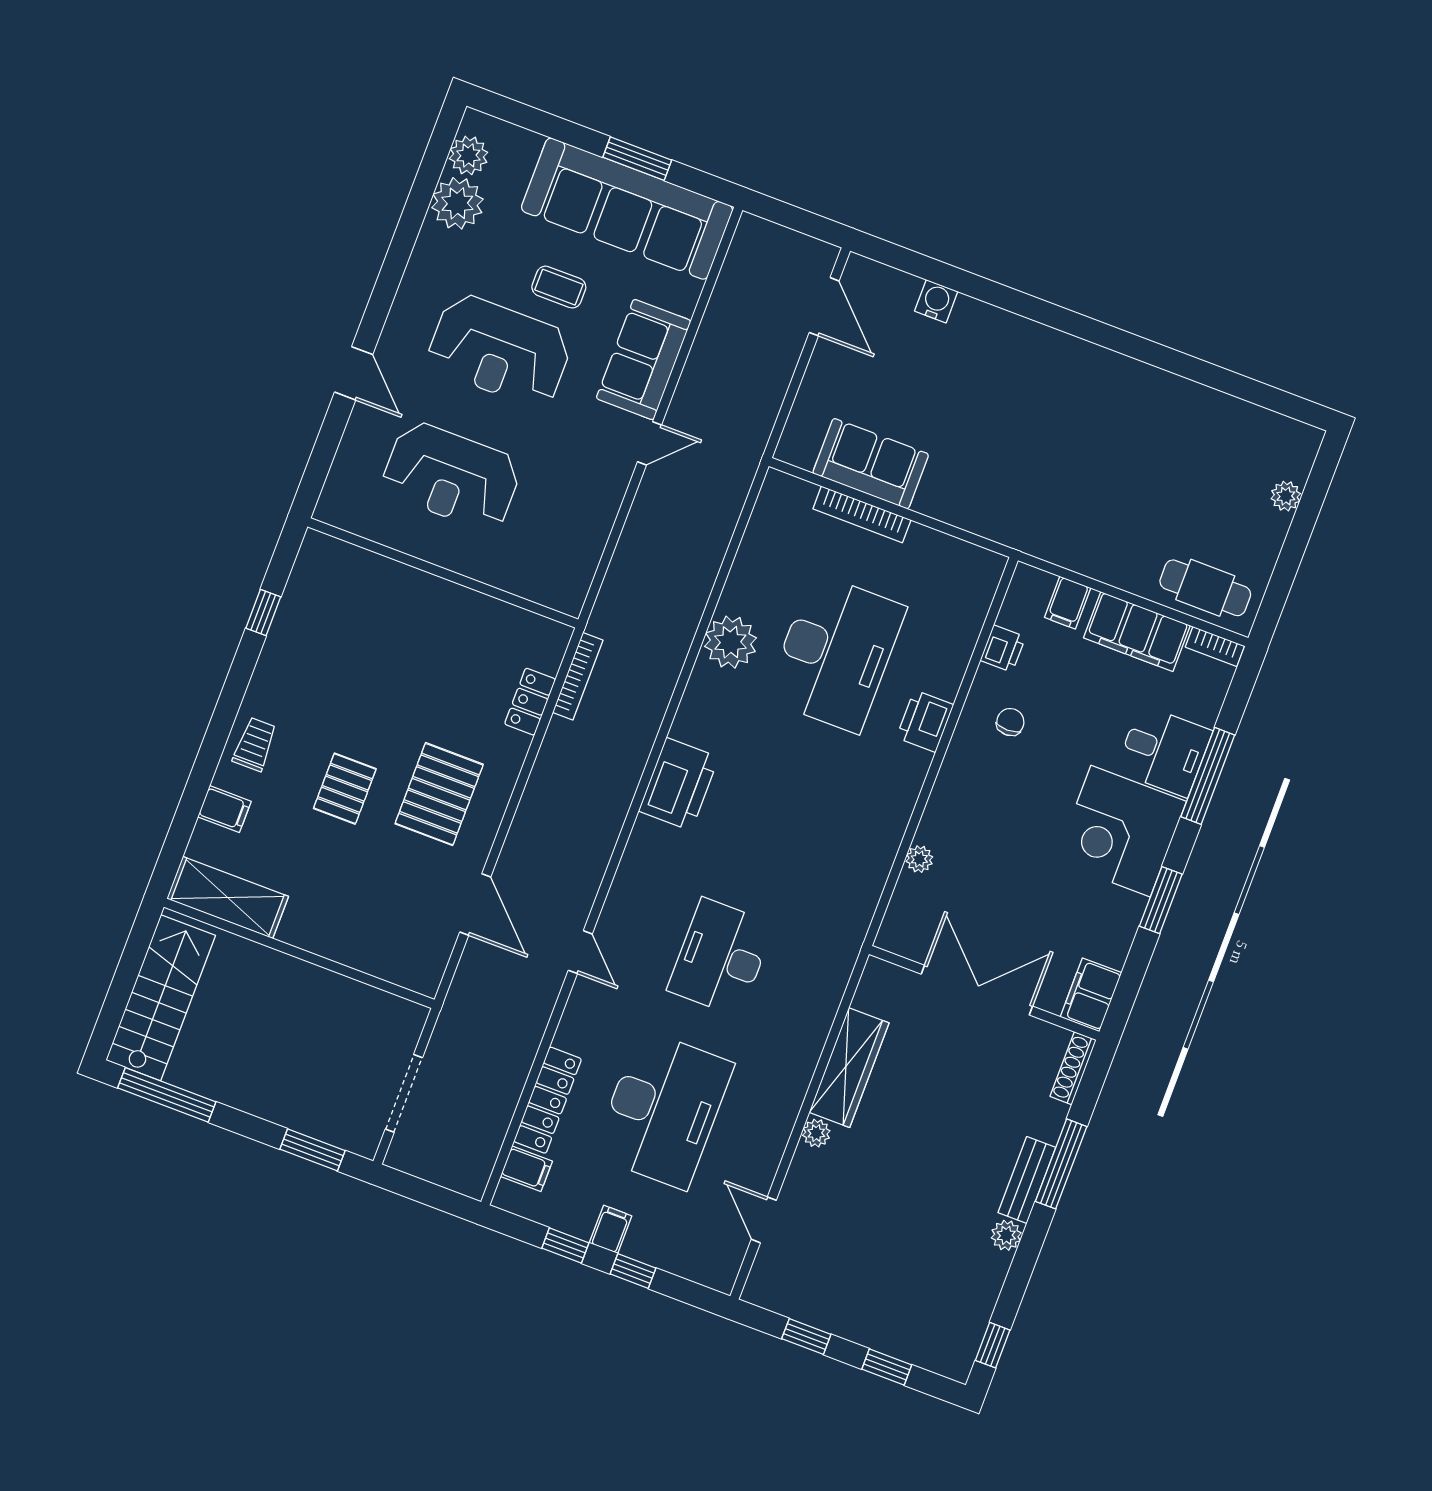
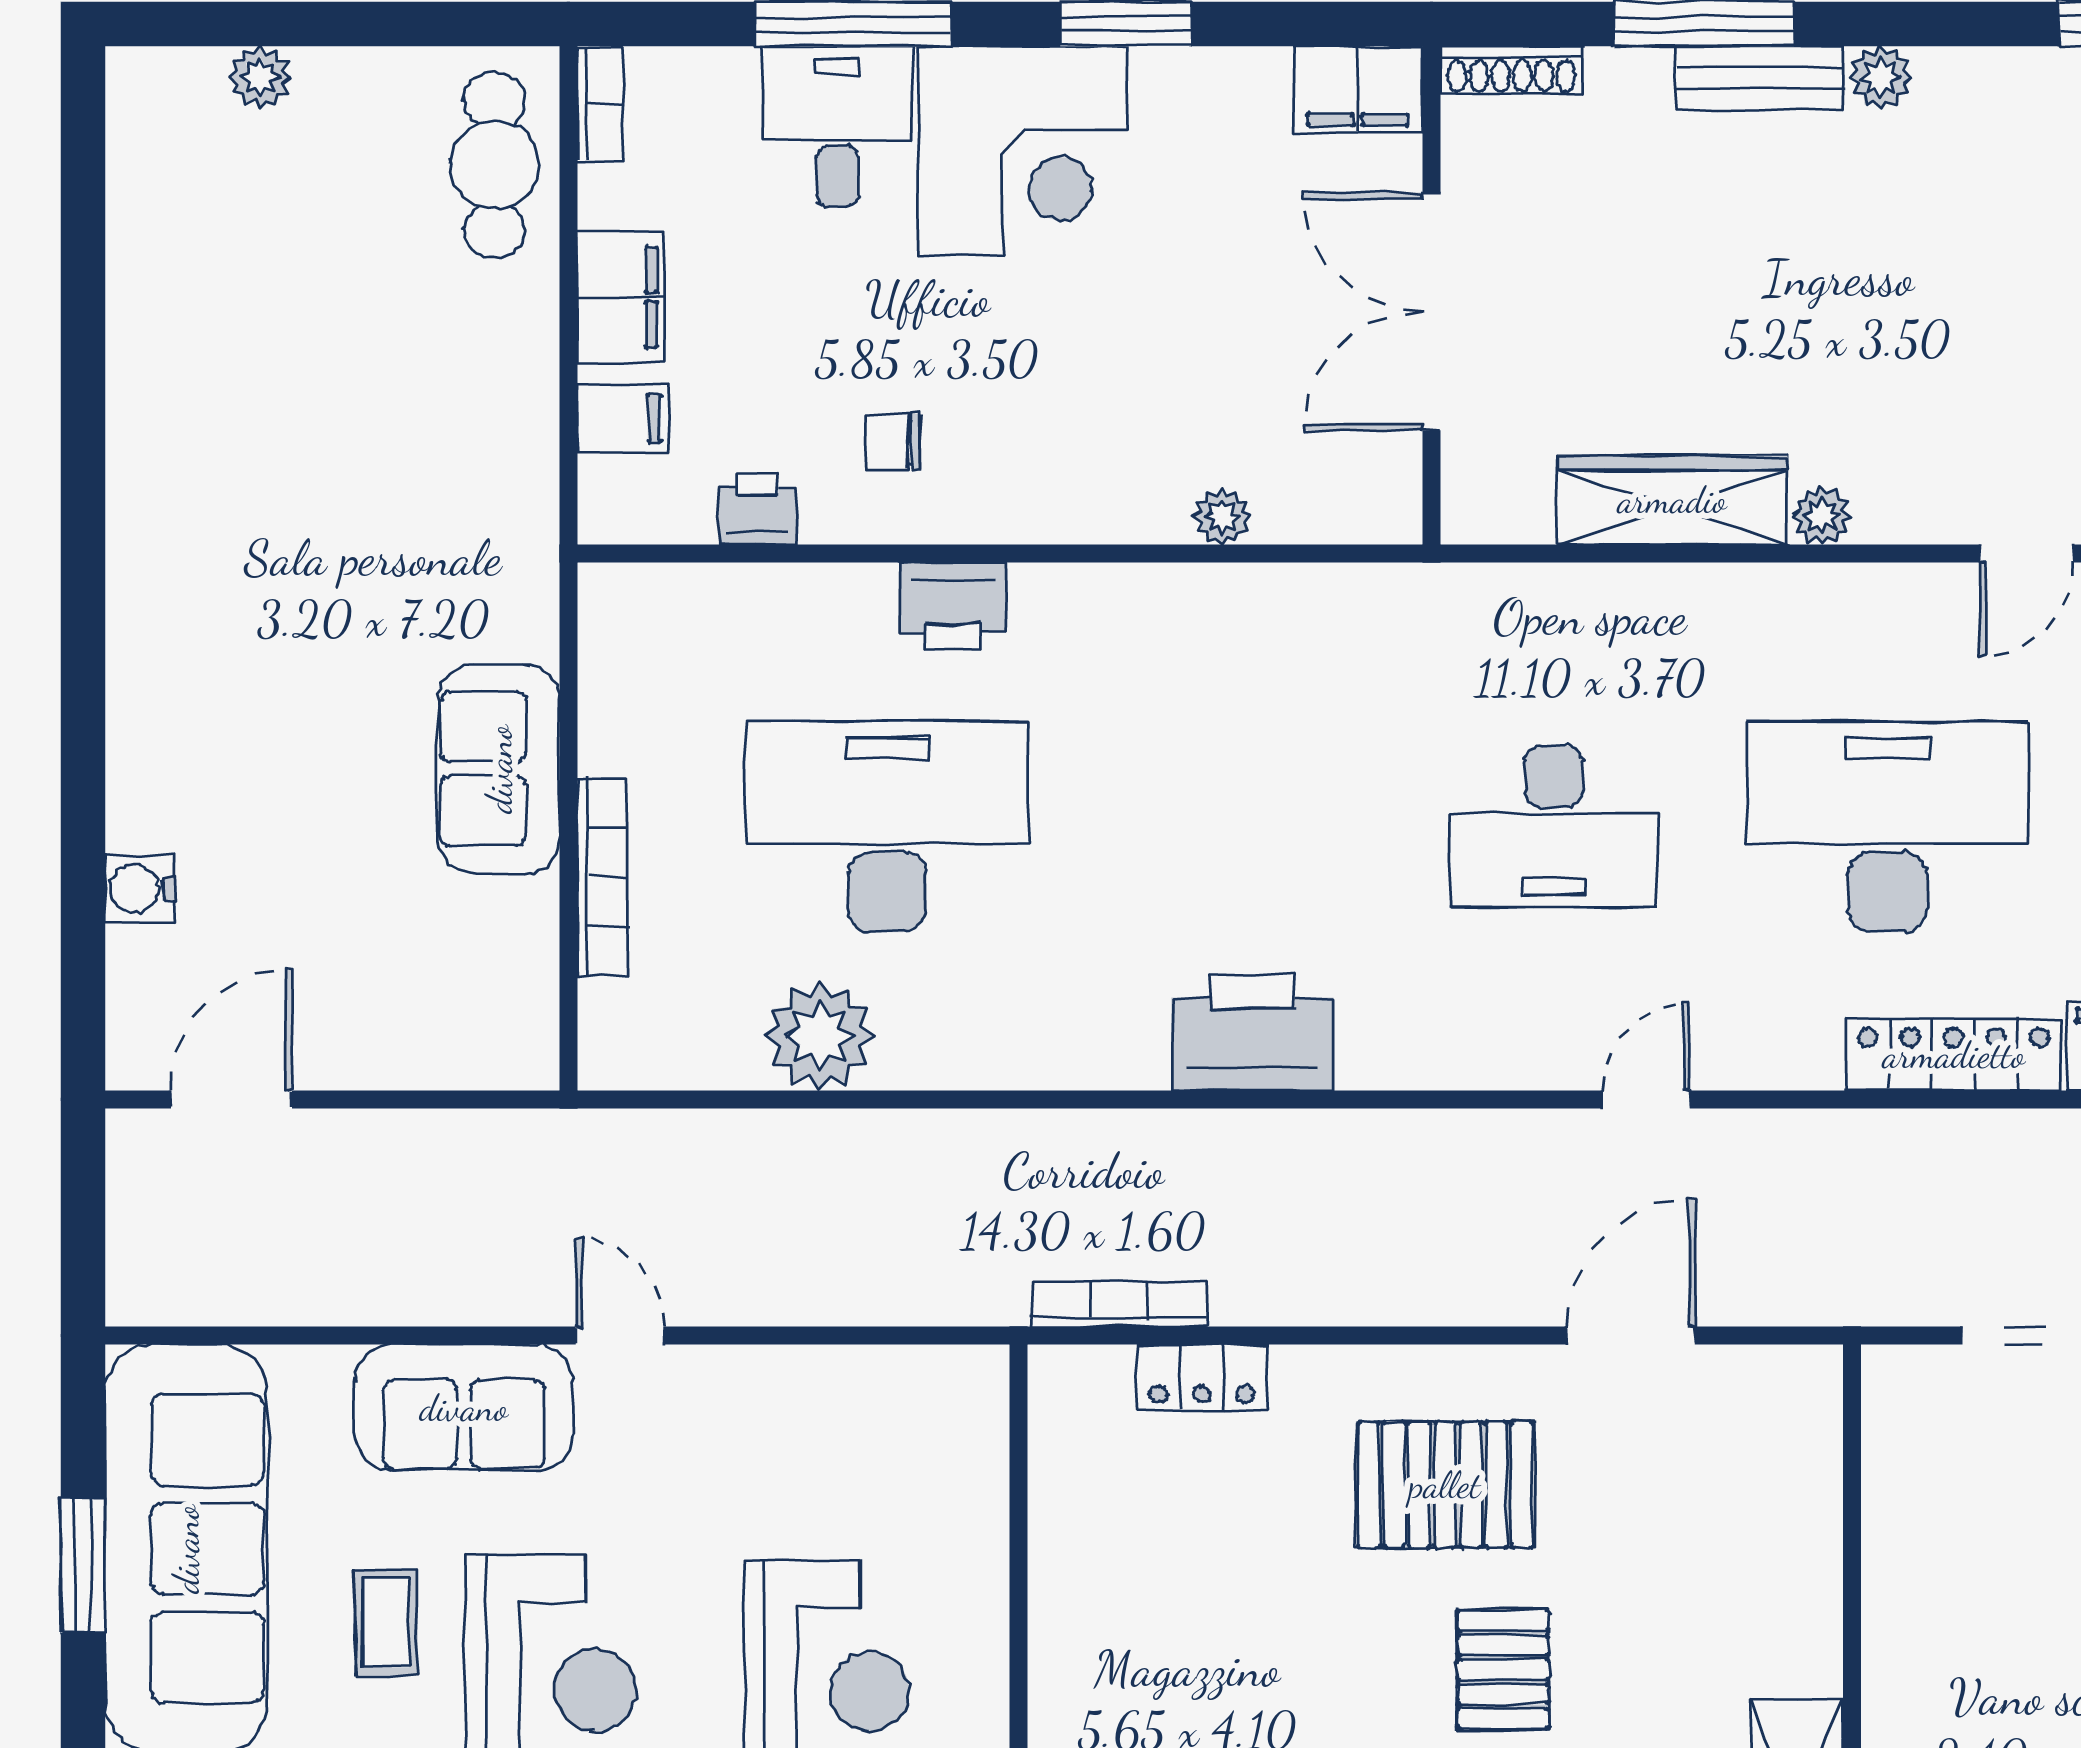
sofa: (871, 464) -> (499, 769), moved
filing cabinet: (1137, 632) -> (621, 297), width x0.67, depth x0.86
plant: (730, 642) -> (820, 1036), moved
pallet: (345, 789) -> (1503, 1670), turned 90

